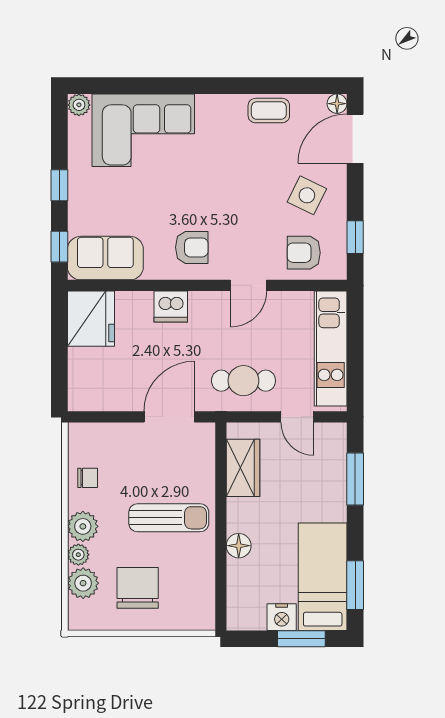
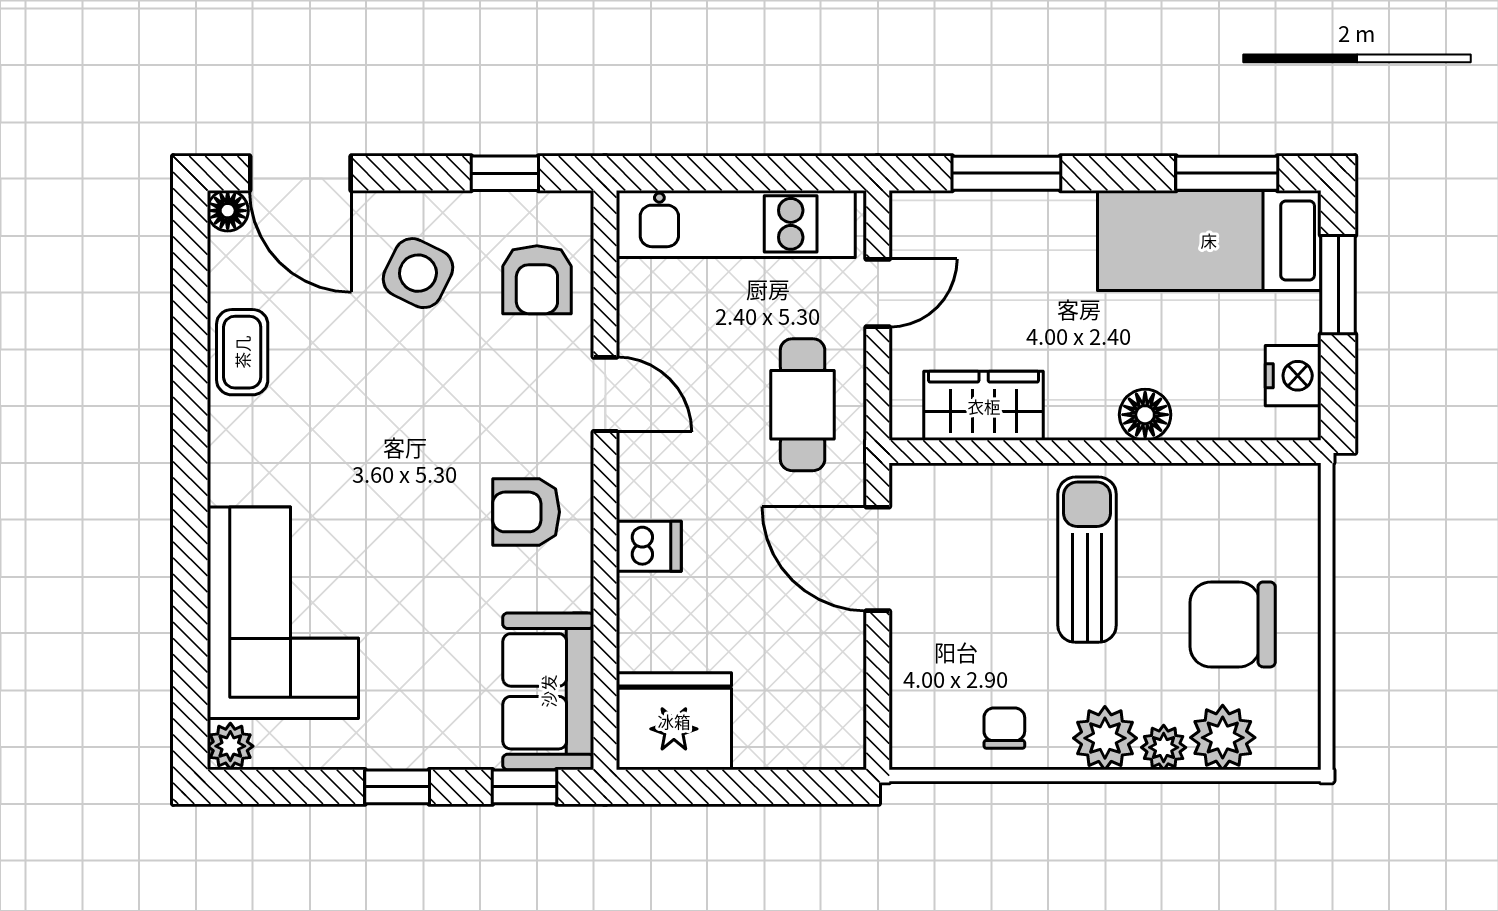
armchair: (192, 247) -> (526, 512), turned -90
dishwasher: (171, 307) -> (649, 546), width x0.73
nightstand: (282, 617) -> (1293, 376), moved

